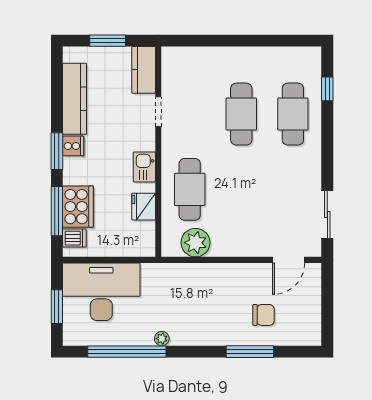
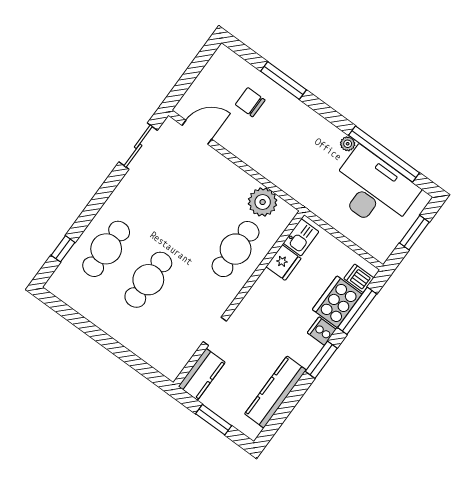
cooker: (73, 146) -> (322, 331), moved
kitchen sink: (144, 167) -> (301, 237), moved
desk: (101, 292) -> (373, 190), moved, turned 180

